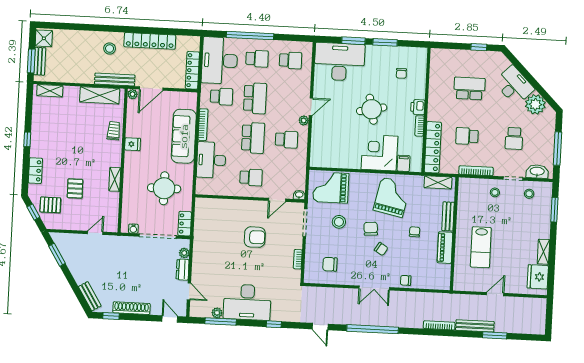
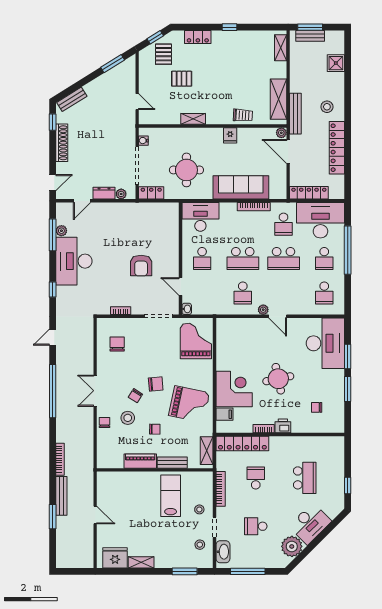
shower: (44, 38) -> (336, 63), moved
desk: (211, 160) -> (200, 217), moved
stool: (339, 222) -> (128, 418), moved
lab bench: (481, 247) -> (171, 496), moved, turned 90

